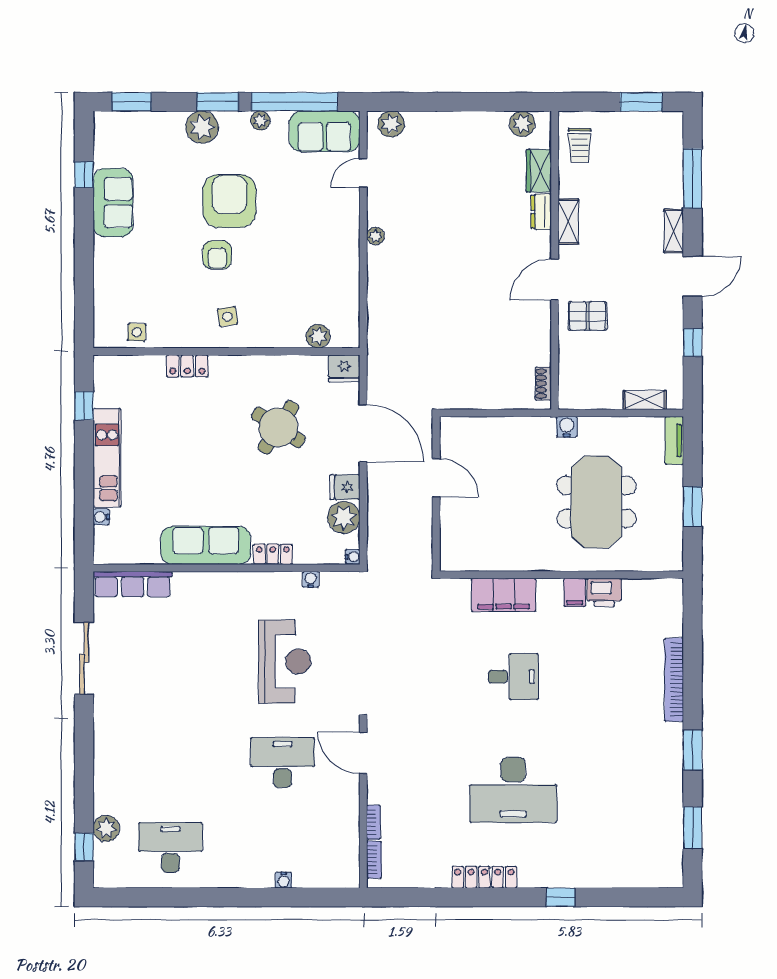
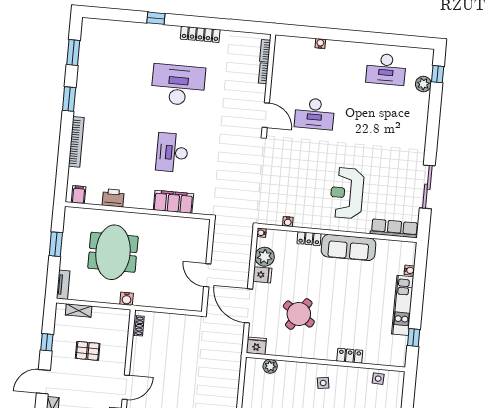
pallet: (588, 316) -> (88, 351), moved
filing cabinet: (575, 593) -> (79, 195), moved
reception desk: (285, 662) -> (347, 193), moved
desk: (513, 677) -> (172, 153), width x1.37

